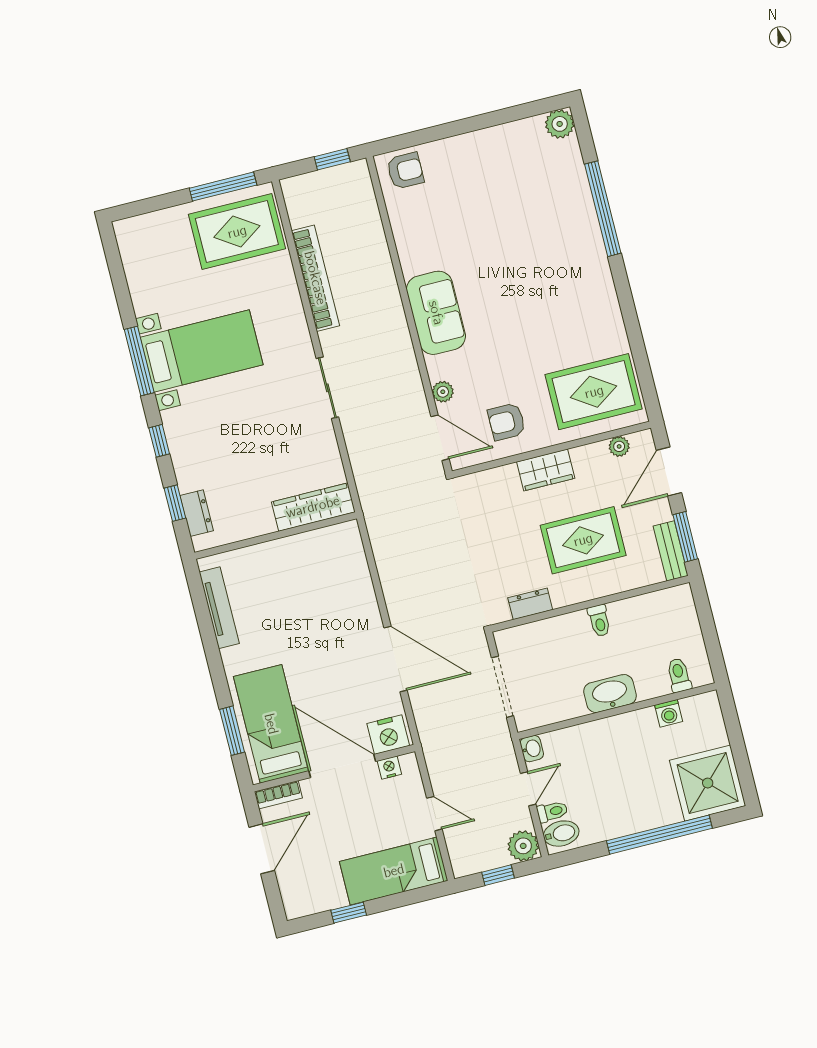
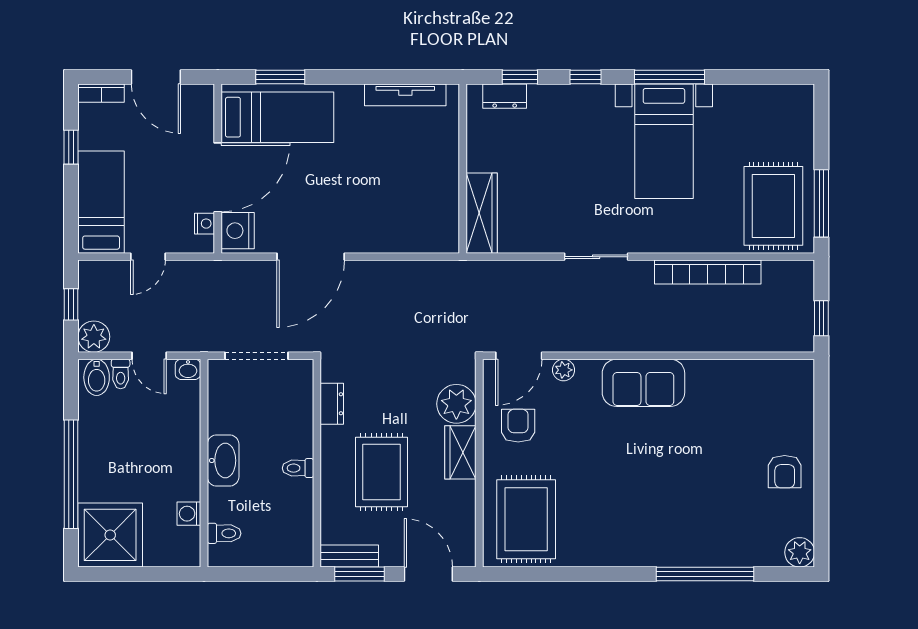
armchair: (405, 171) -> (785, 472), moved
plant: (619, 446) -> (456, 404), moved, width x1.87, depth x1.87
bookcase: (278, 795) -> (101, 93), moved, turned -90

